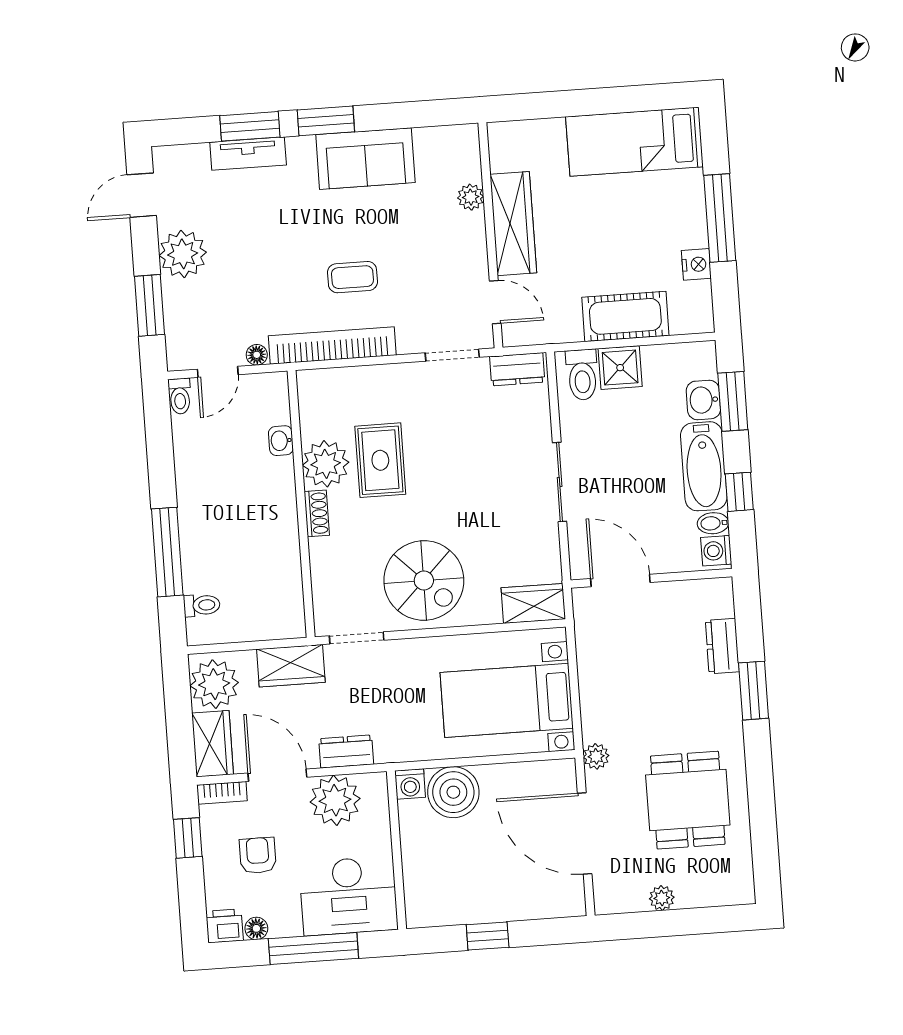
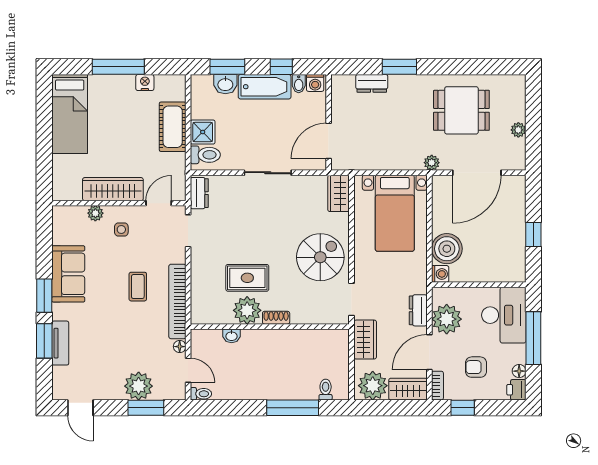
side table: (446, 243) -> (121, 229), added
plant: (183, 254) -> (139, 386), moved

